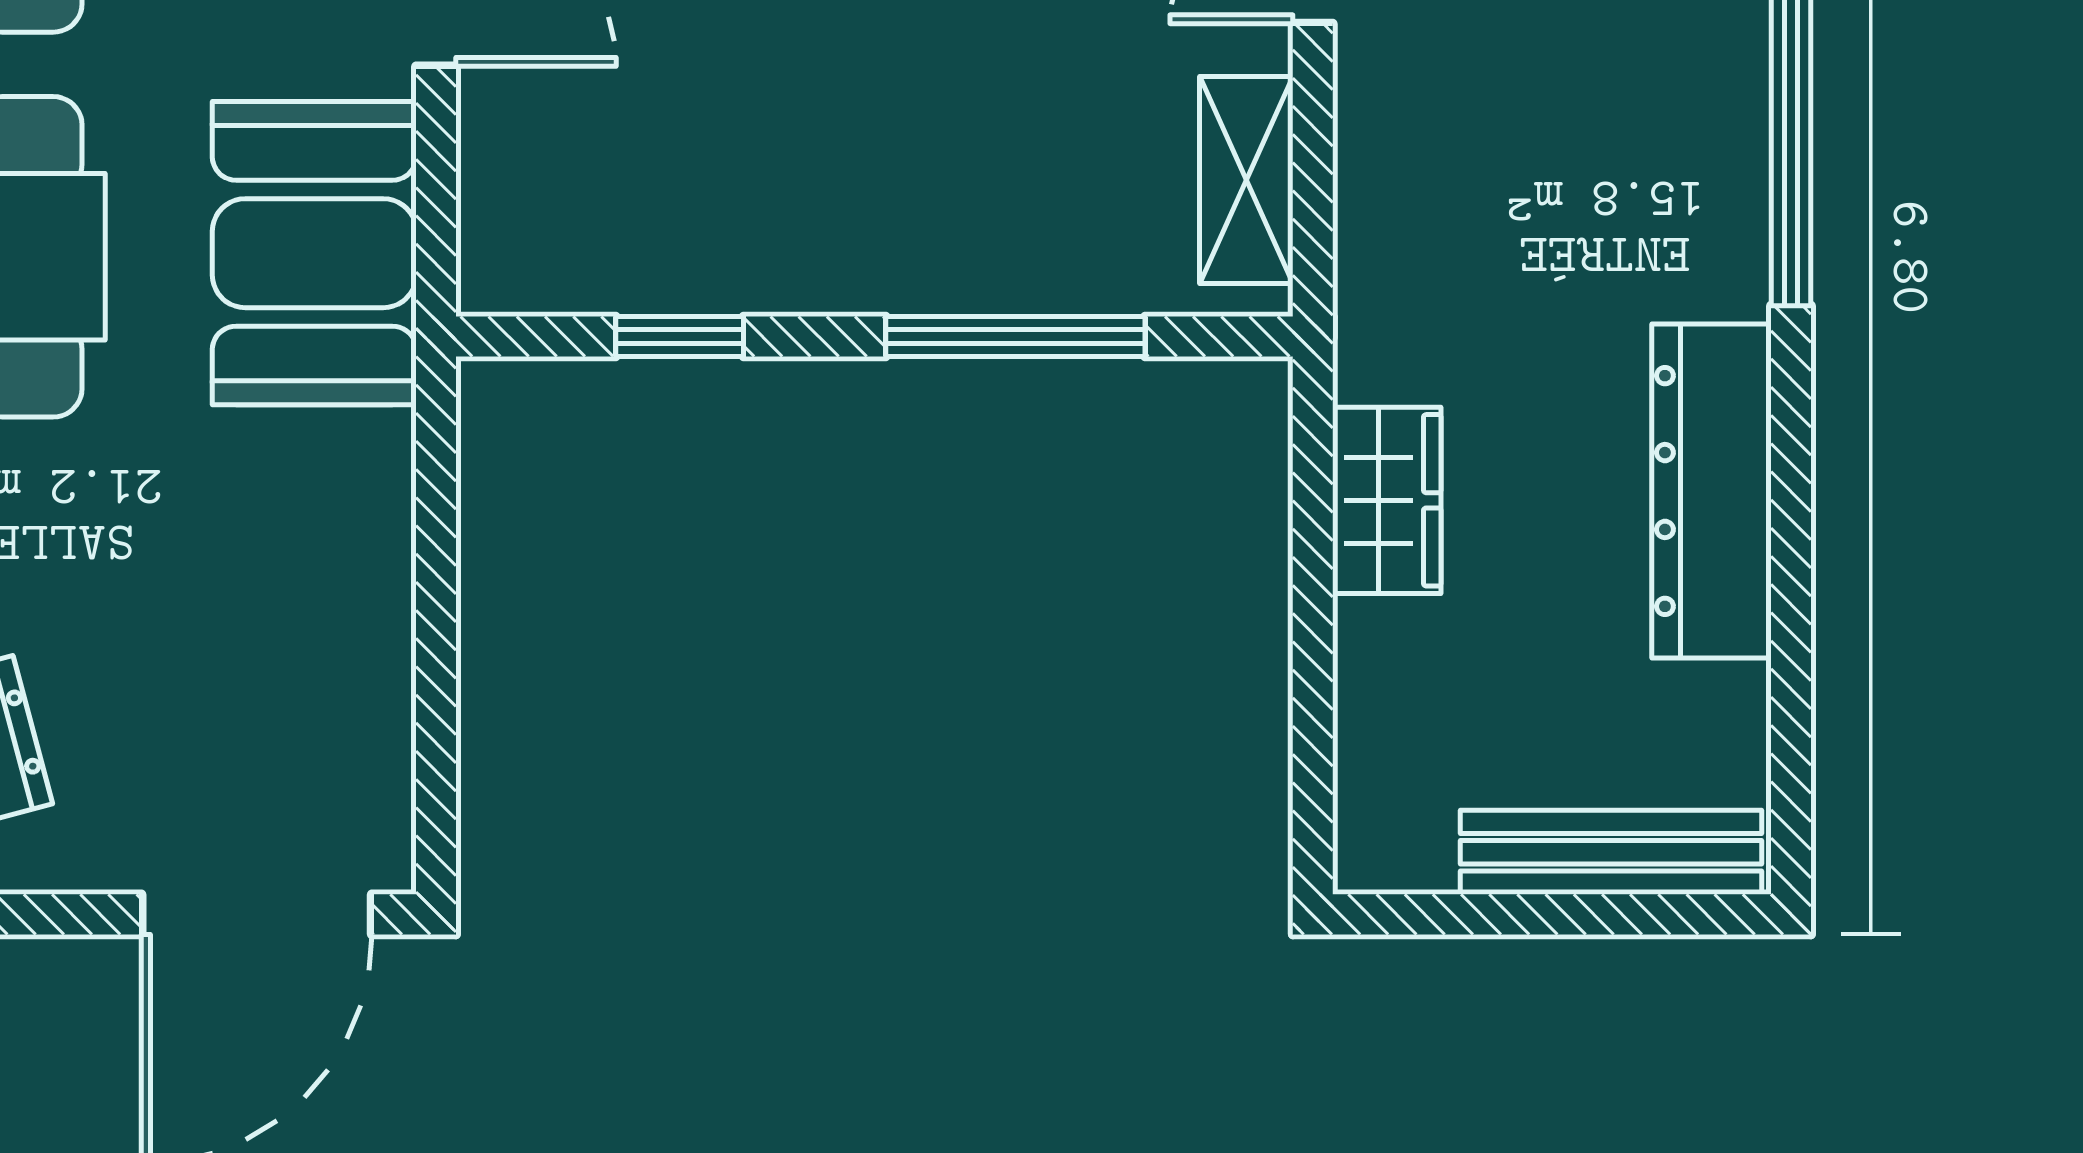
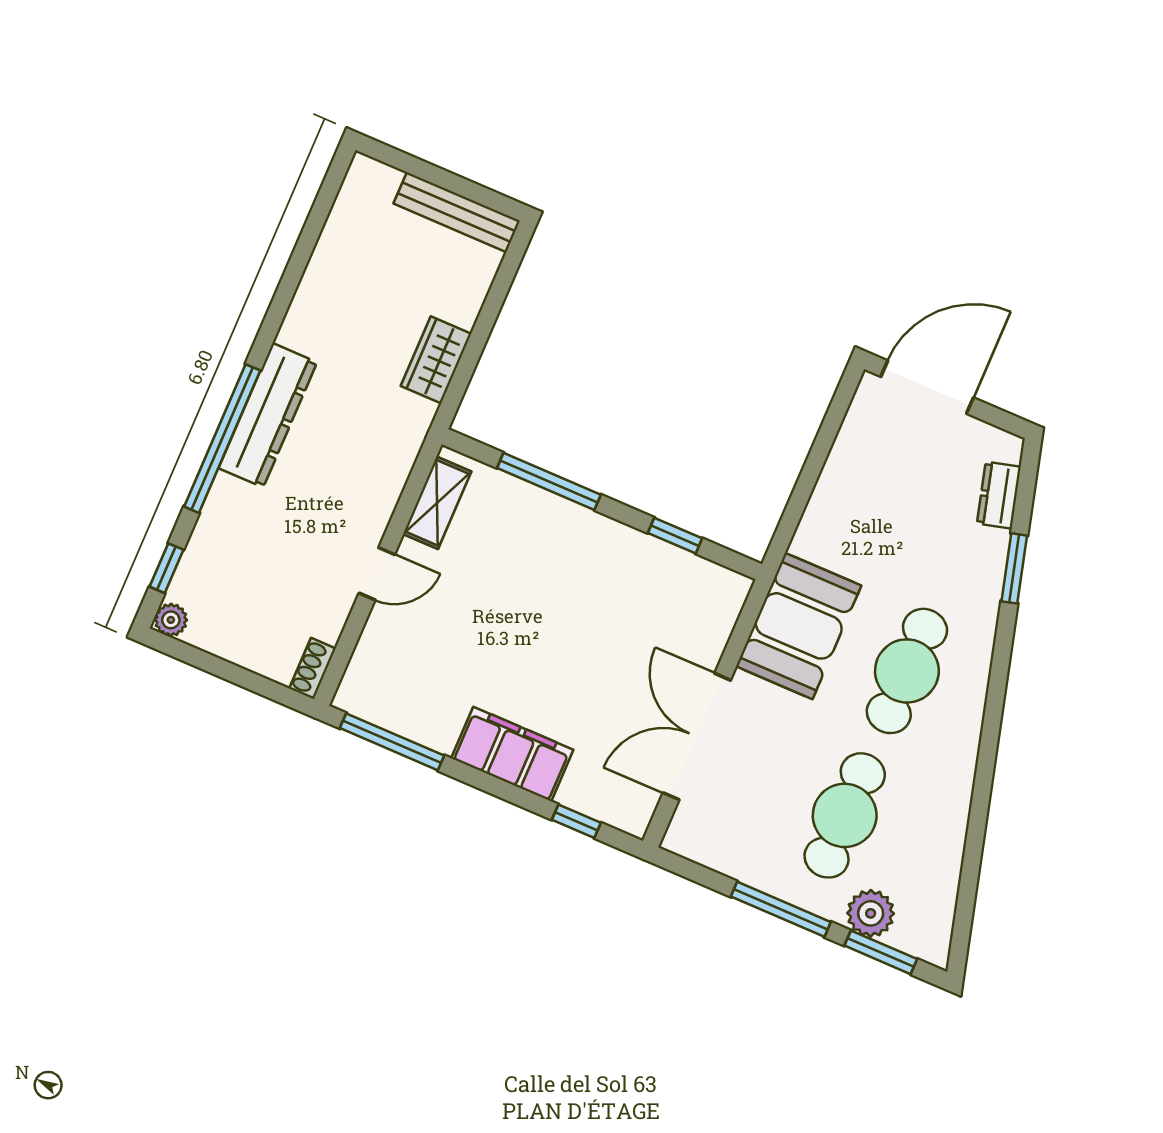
dresser: (1711, 491) -> (268, 415), moved
bench: (1611, 852) -> (457, 212), moved

